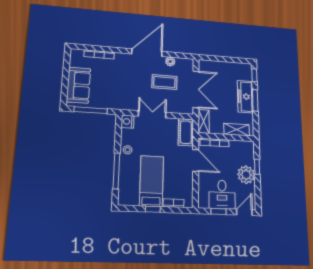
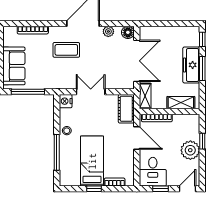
floor lamp: (188, 64) -> (128, 32), added
coffee table: (164, 82) -> (66, 50), moved
desk: (222, 195) -> (153, 172), moved

